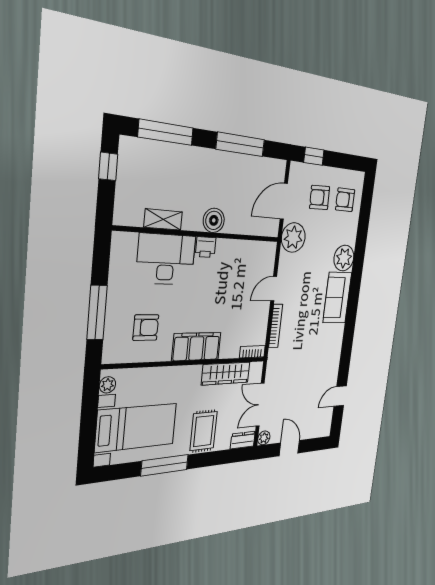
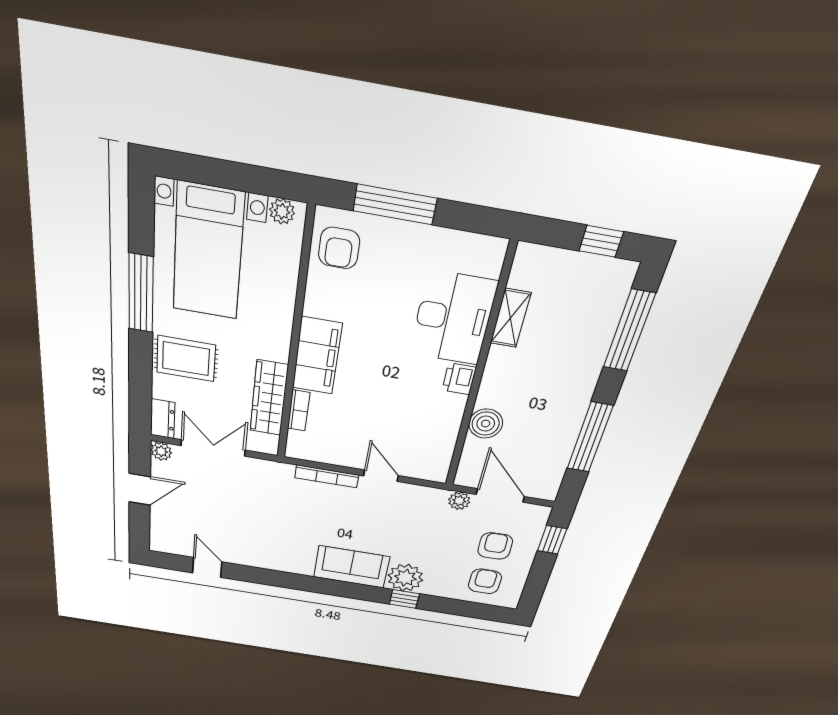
boiler: (214, 220) -> (486, 424), moved
plant: (293, 238) -> (459, 501), width x0.53, depth x0.53
window: (359, 256) -> (404, 599), added
armchair: (146, 328) -> (339, 248), moved
bookcase: (252, 352) -> (299, 410), moved

